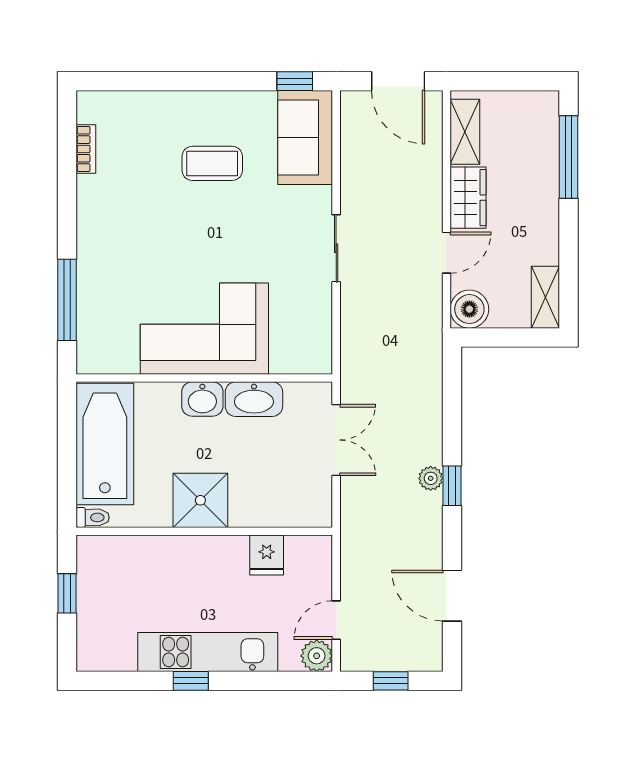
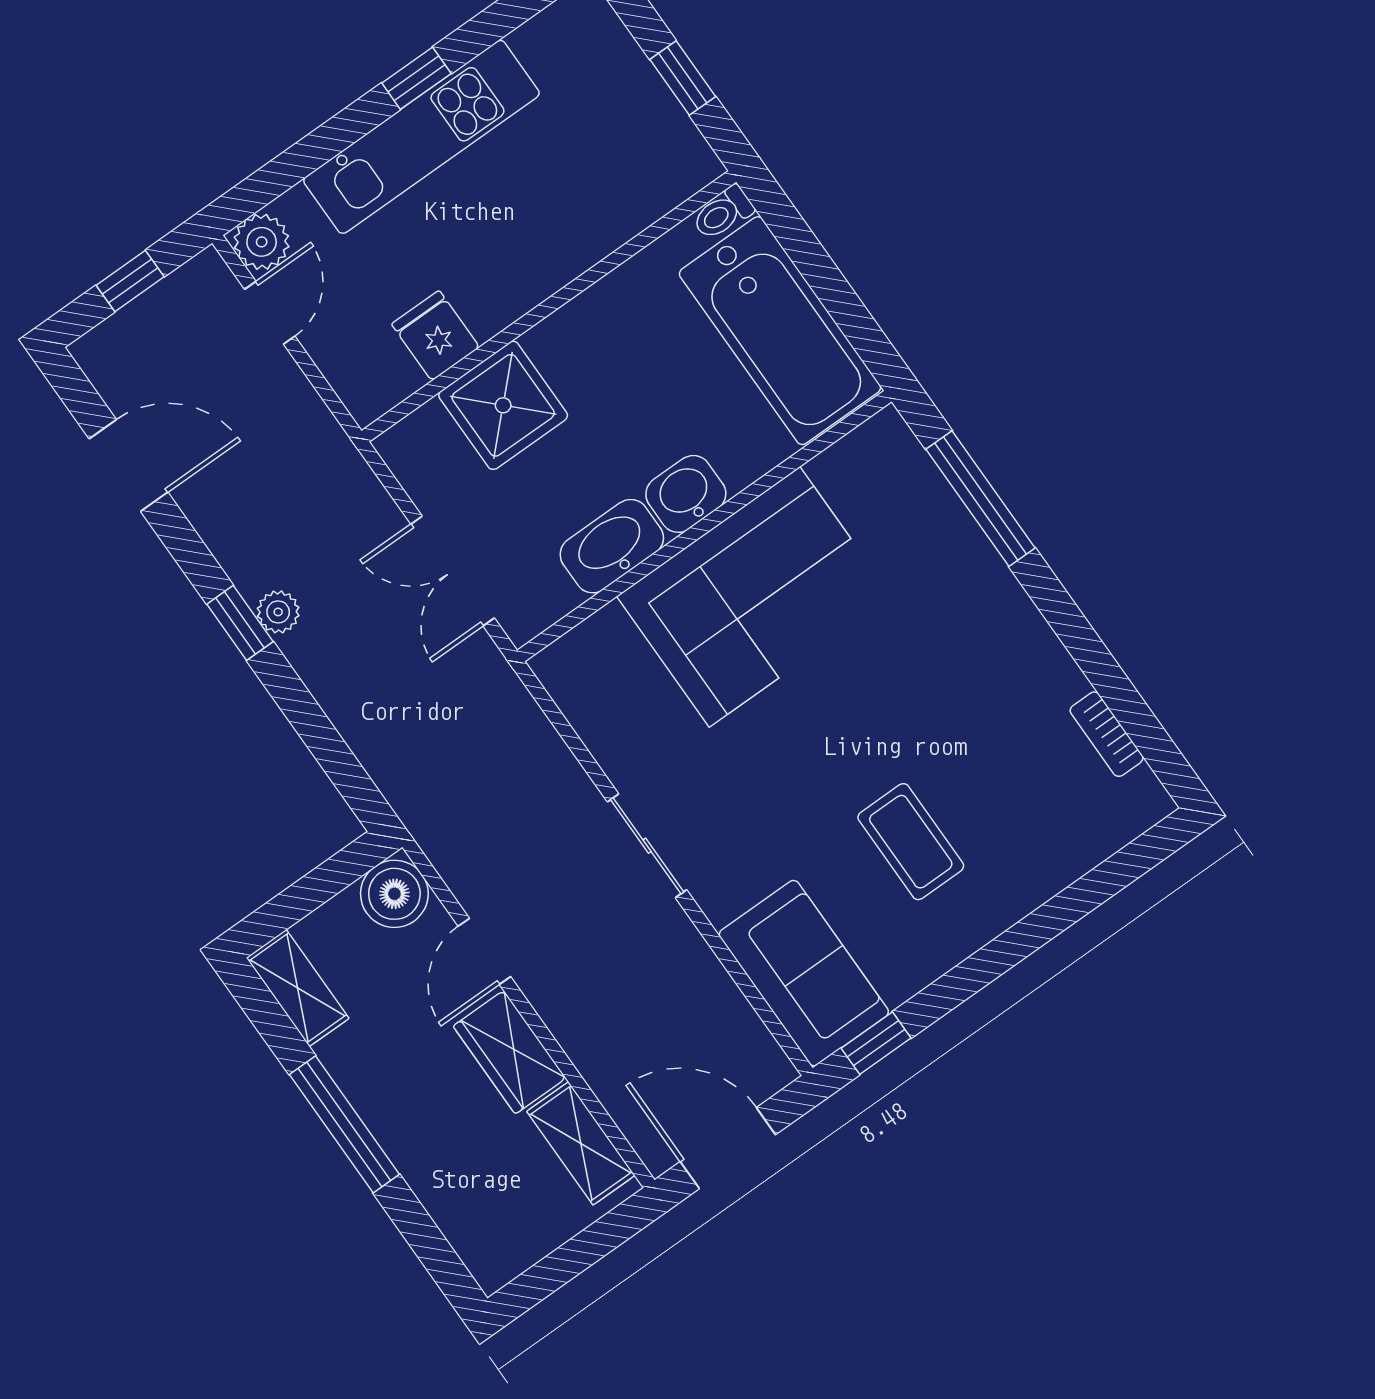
window: (569, 157) -> (344, 1124), moved
coffee table: (212, 163) -> (911, 842), turned 90
shower: (200, 500) -> (503, 405), moved

